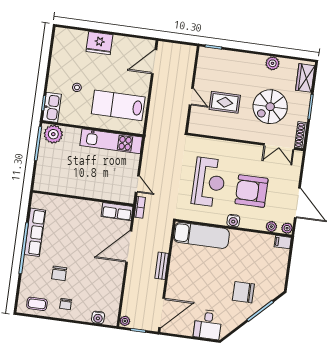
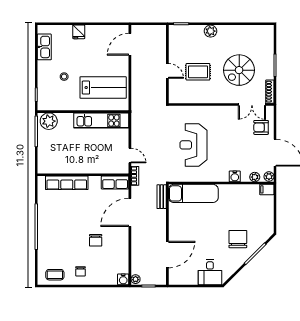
fridge: (99, 43) -> (79, 32), width x0.53, depth x0.75
plant: (272, 63) -> (211, 31), moved
wardrobe: (305, 78) -> (267, 40), removed
lab bench: (118, 105) -> (103, 88), turned 180
kitchen sink: (52, 107) -> (44, 47), moved
reception desk: (209, 182) -> (194, 145), turned 180
armchair: (251, 191) -> (261, 127), moved, width x0.53, depth x0.53
water cooler: (233, 221) -> (235, 176), moved
row of seats: (35, 232) -> (67, 183), moved, turned 90
bench: (162, 266) -> (162, 197), moved
chair: (59, 273) -> (96, 240), moved
chair: (243, 292) -> (238, 239), turned 90
door: (162, 313) -> (167, 255), moved
water cooler: (98, 317) -> (123, 279), moved

